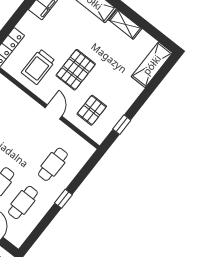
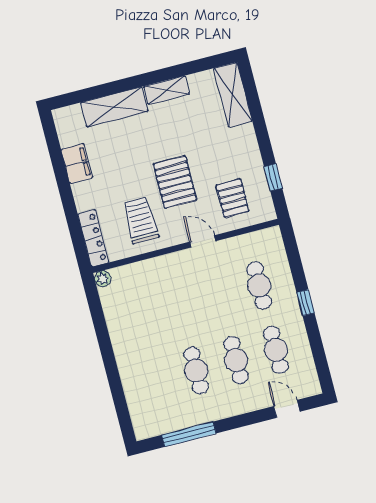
trolley: (38, 67) -> (141, 220), turned 180

